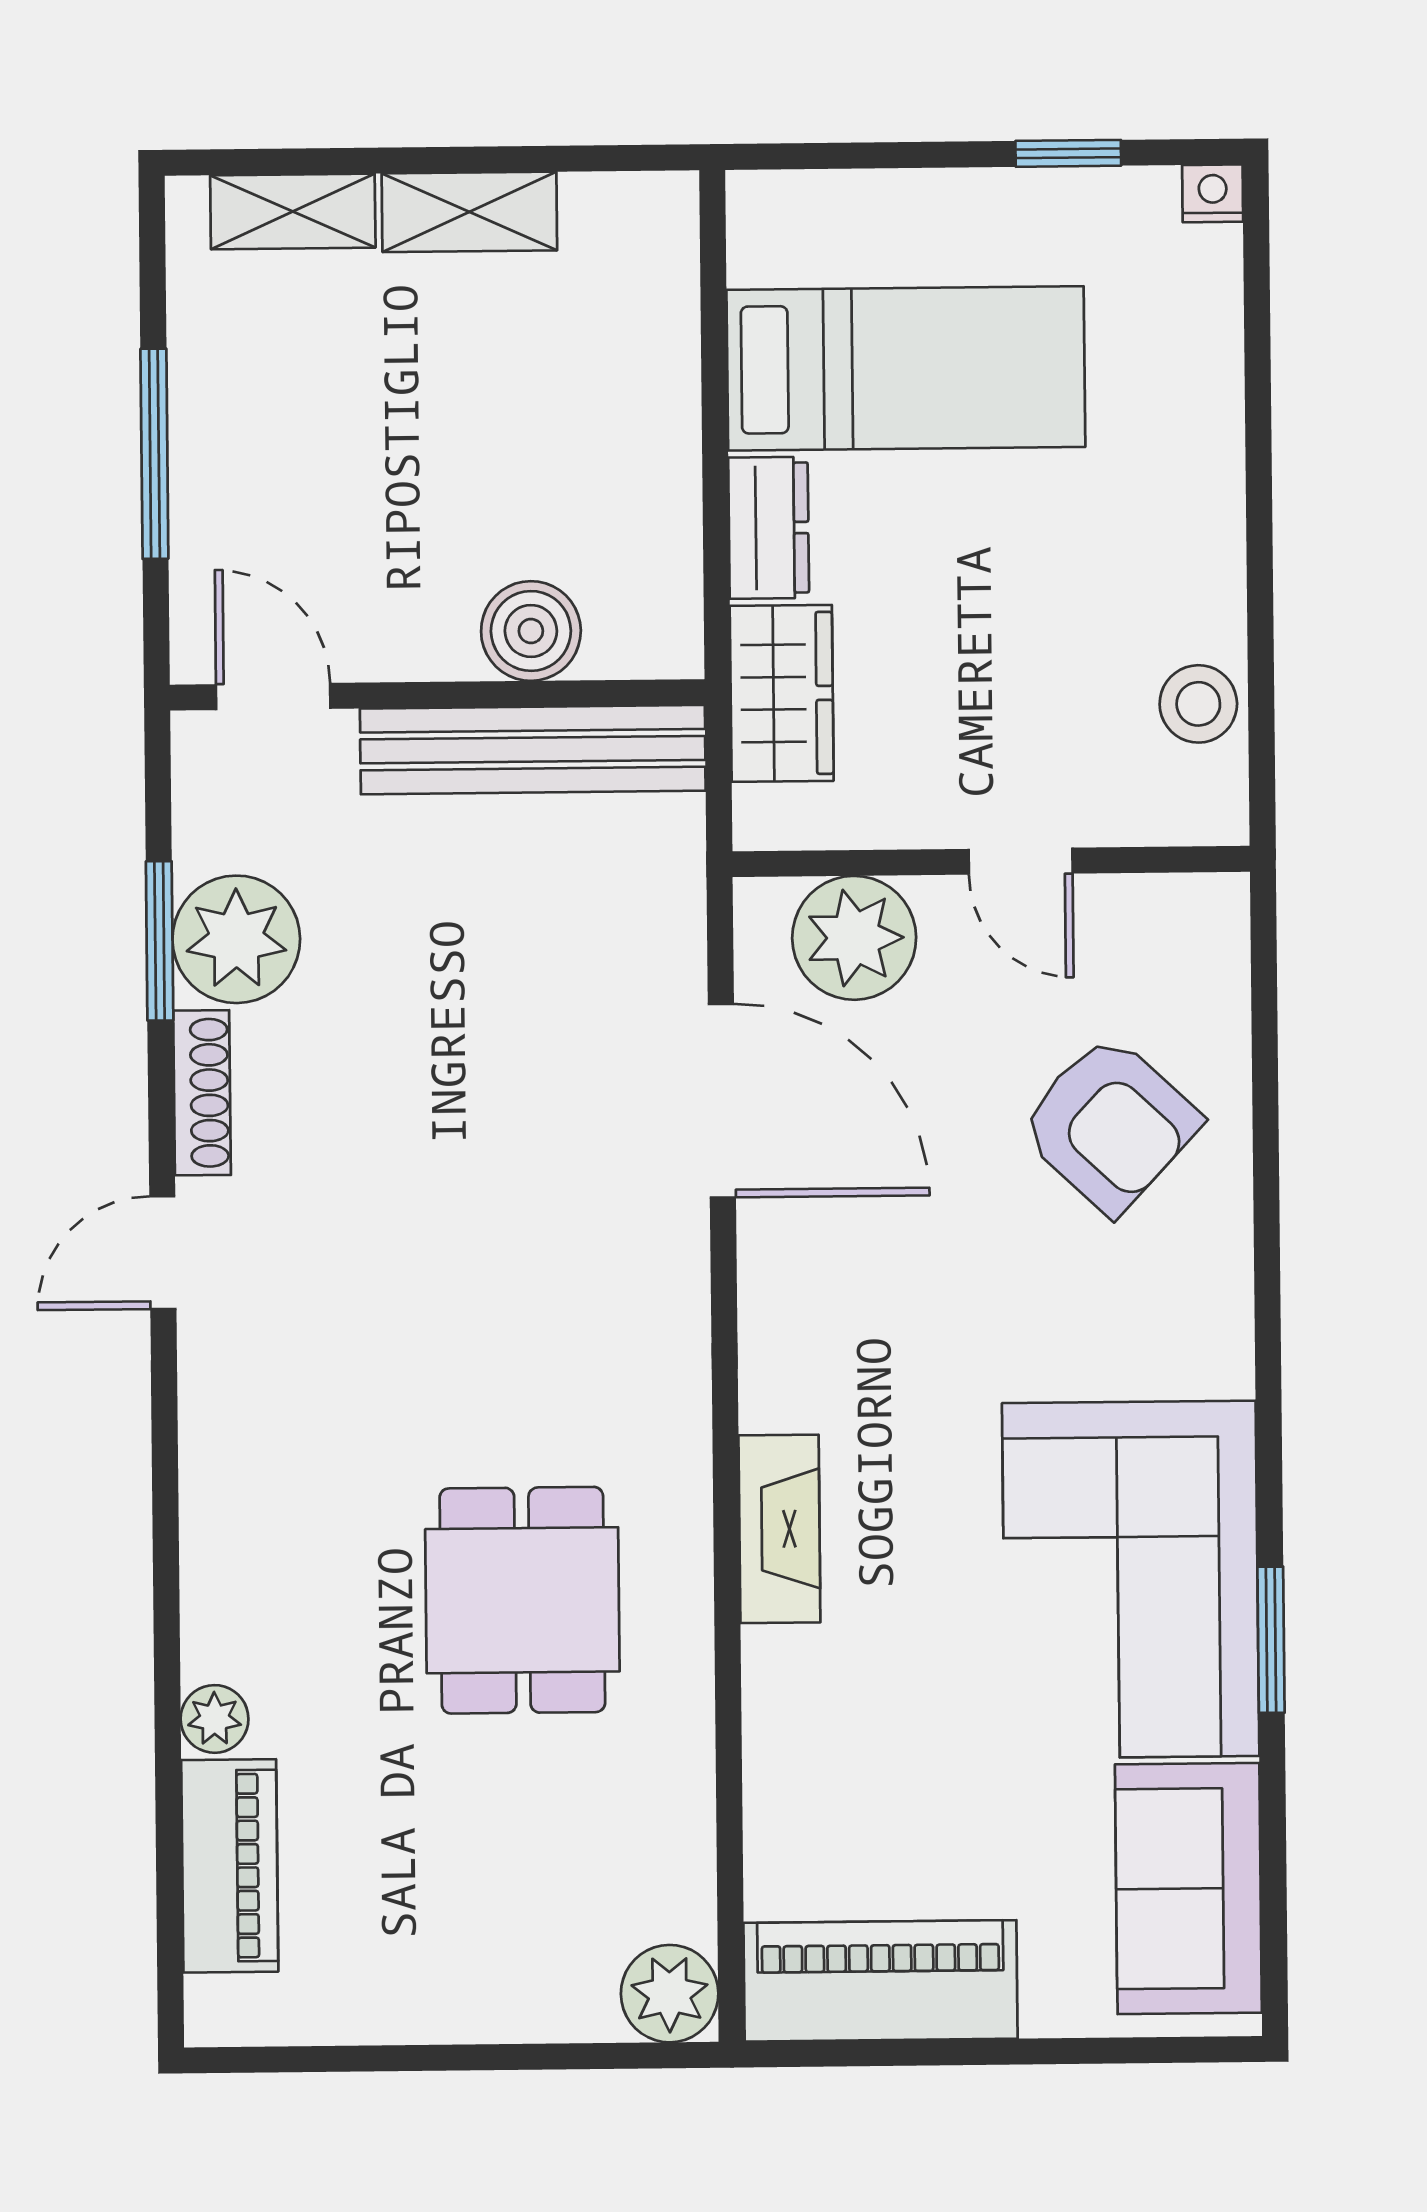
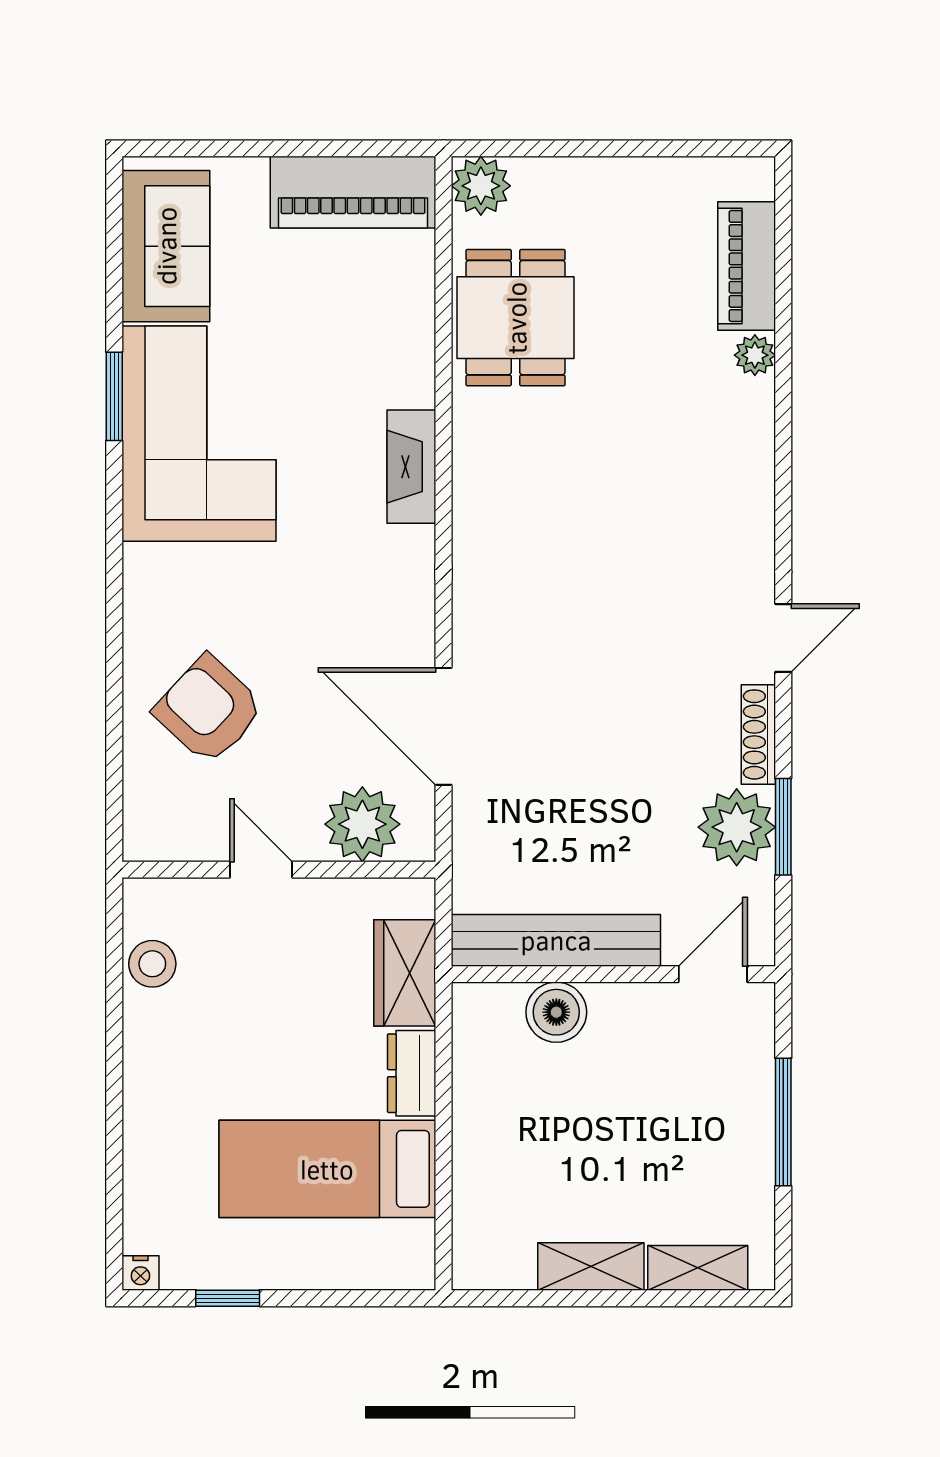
door: (273, 696) -> (713, 974), swing flipped
dining table: (522, 1600) -> (516, 318), moved

